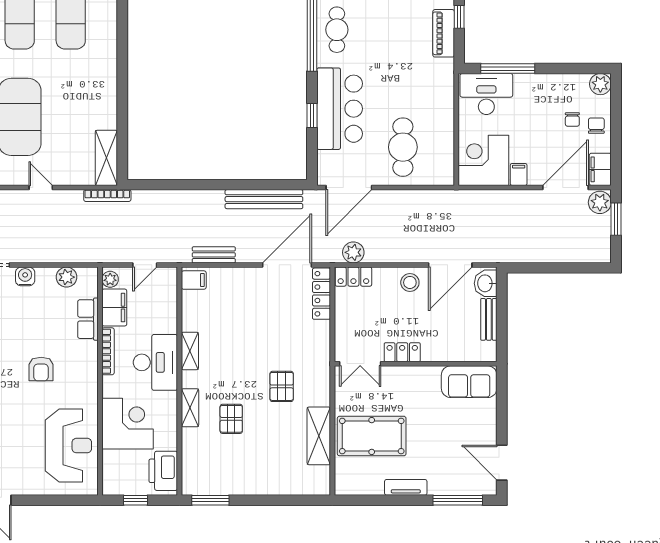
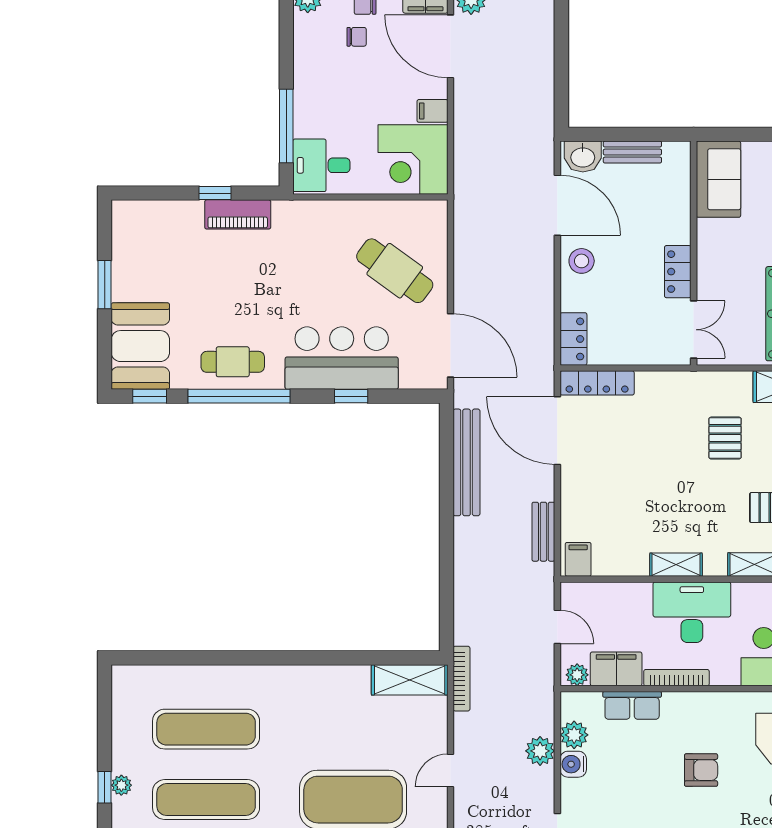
desk: (486, 94) -> (321, 165), width x0.73
cafe table: (403, 147) -> (395, 271), turned 36
plant: (353, 252) -> (540, 751), moved
water cooler: (25, 276) -> (573, 764), moved
pallet: (282, 386) -> (725, 438), turned 90

